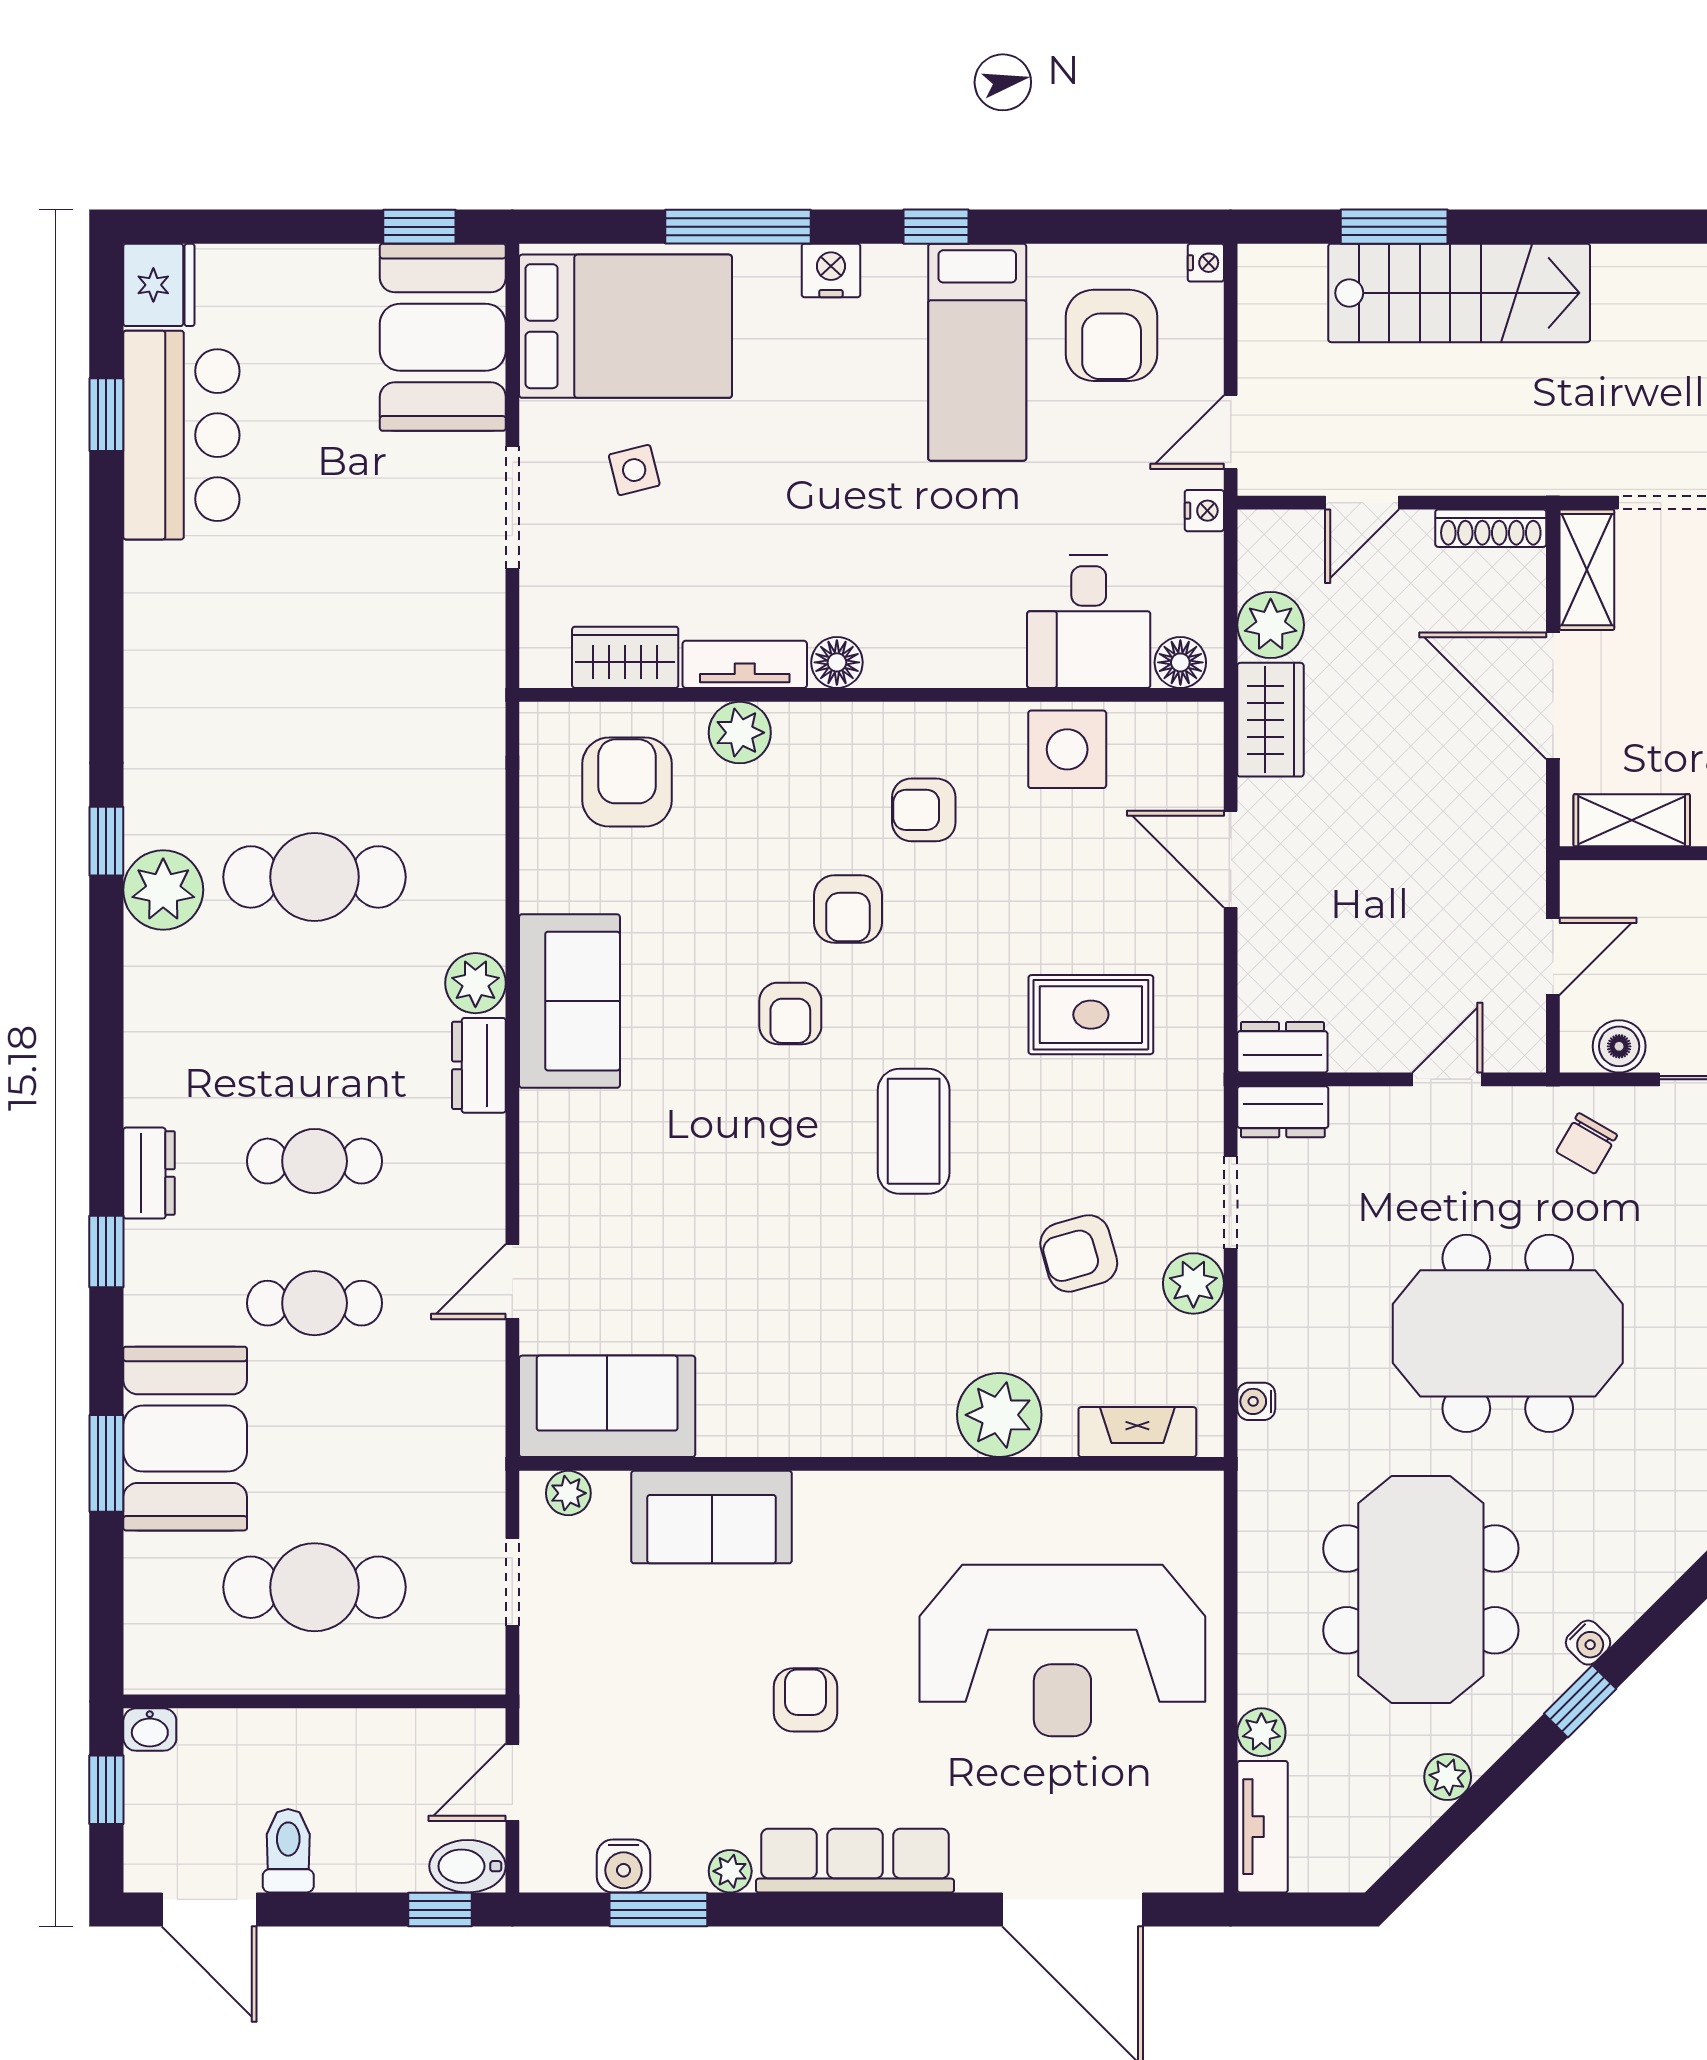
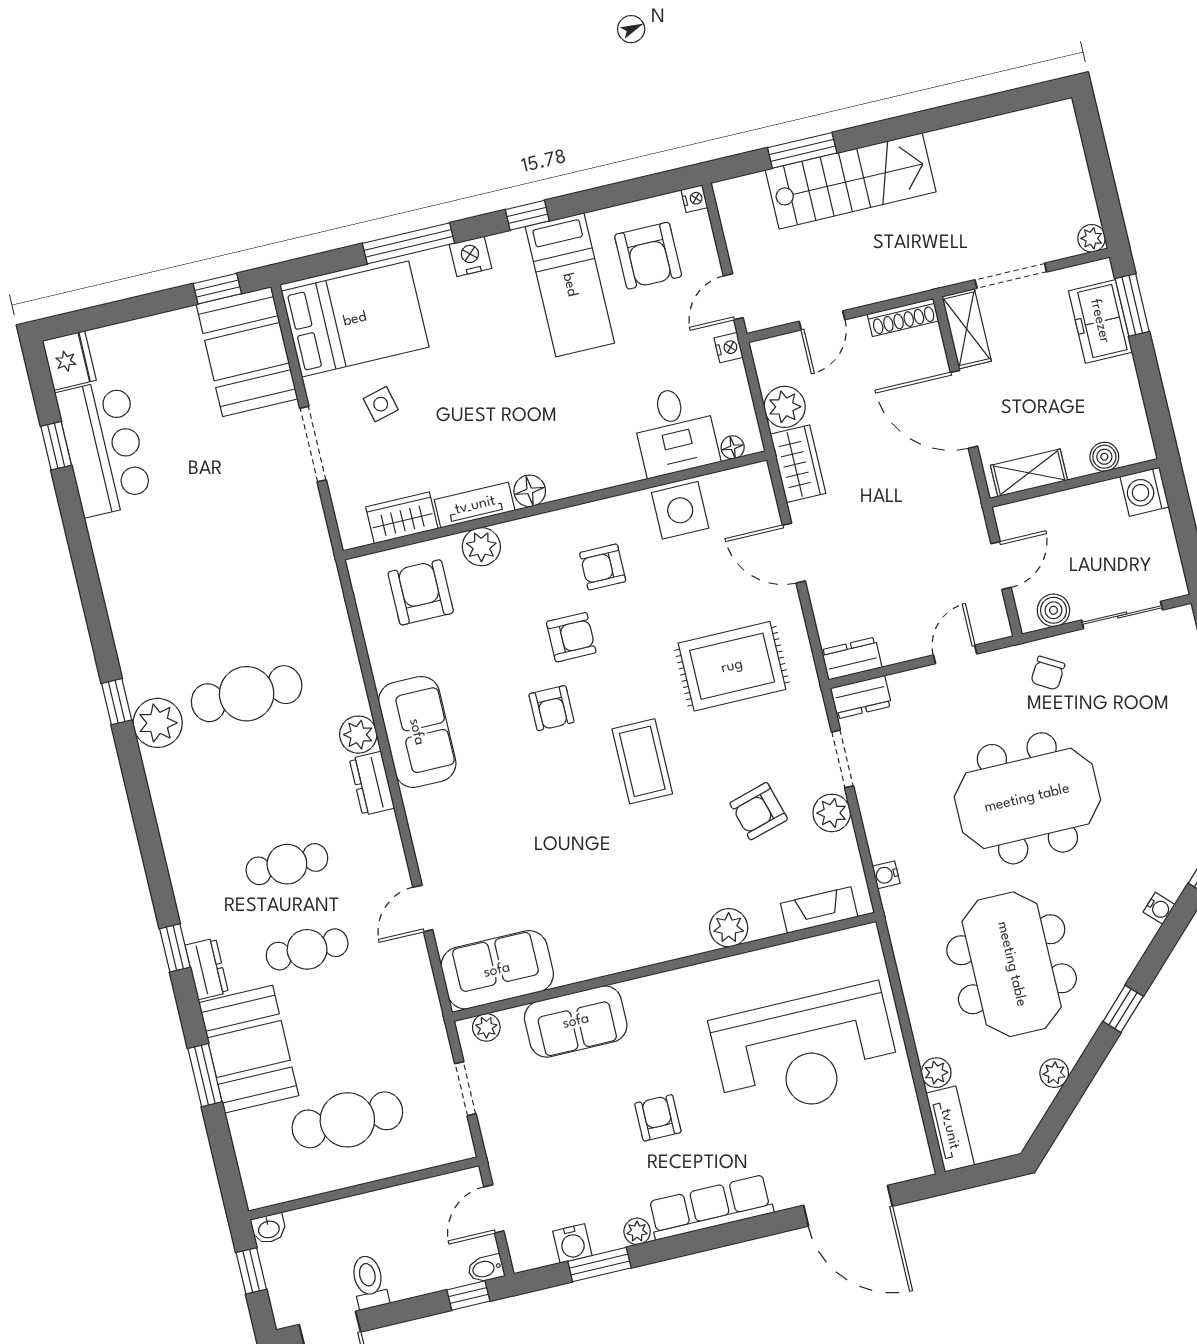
floor lamp: (1180, 662) -> (733, 447), width x0.73, depth x0.73
armchair: (848, 909) -> (571, 637), turned -90
rug: (1091, 1015) -> (732, 666), width x1.36, depth x1.43
dresser: (149, 1173) -> (207, 969), moved
plant: (999, 1415) -> (729, 928), width x0.73, depth x0.73
water cooler: (1588, 1643) -> (1159, 908), moved
bidet: (468, 1866) -> (486, 1269), width x0.72, depth x0.74

